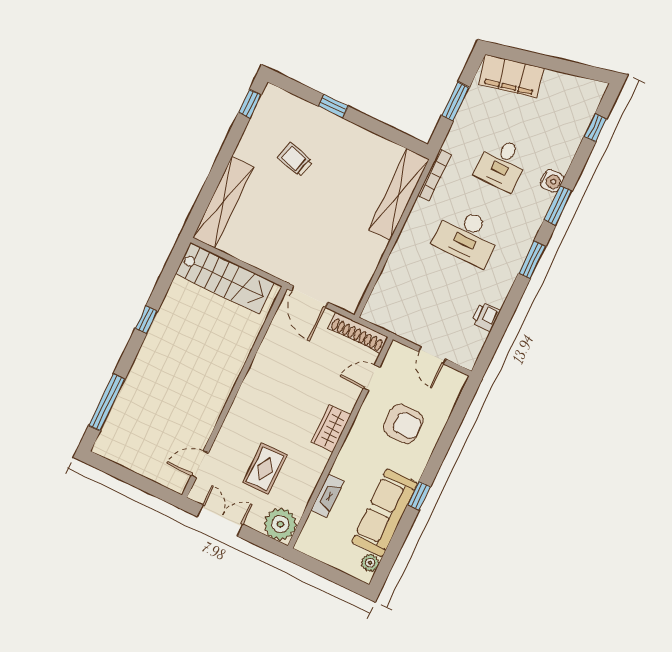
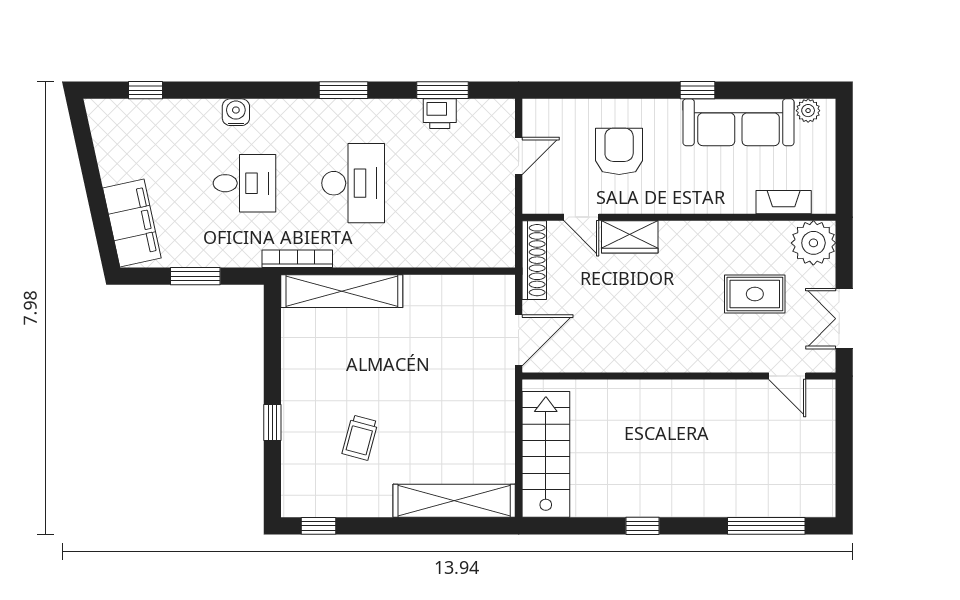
window: (558, 206) -> (443, 90), moved
wardrobe: (331, 428) -> (630, 237), moved
fireplace: (327, 496) -> (784, 202), moved

